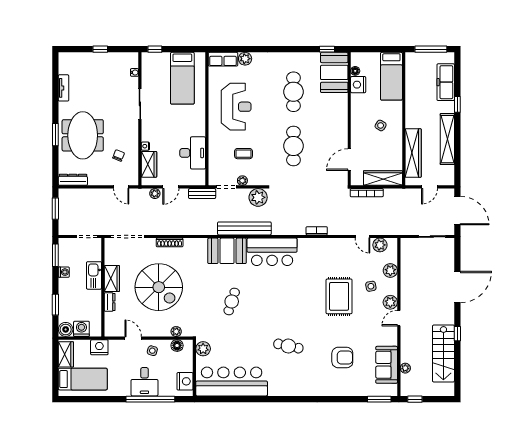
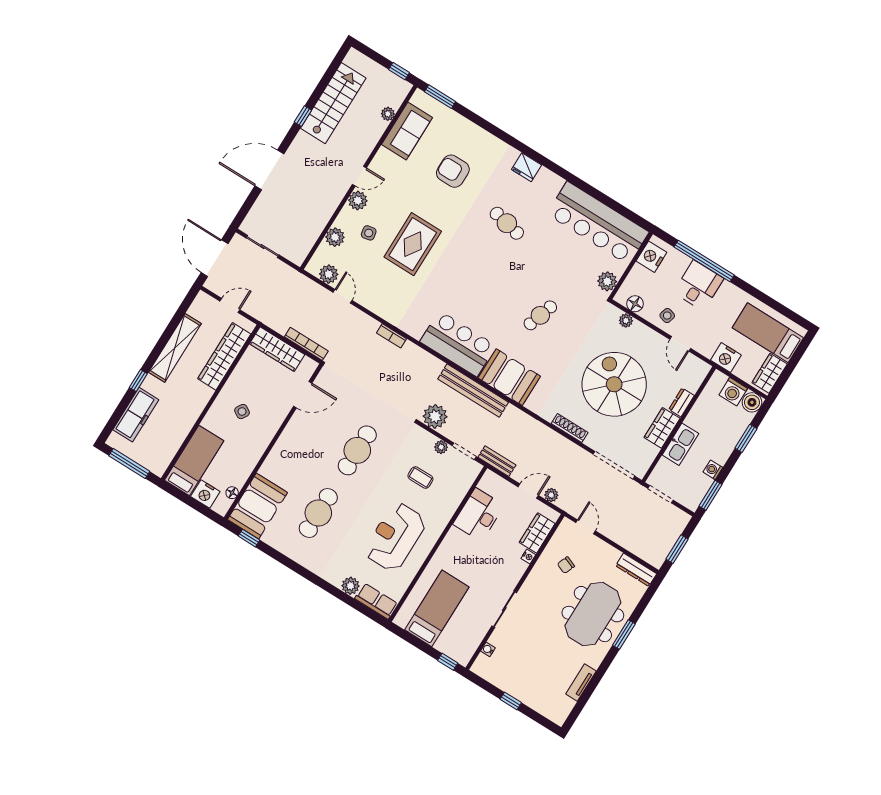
nightstand: (358, 85) -> (205, 494), moved, turned 90
fridge: (298, 389) -> (526, 167), added

